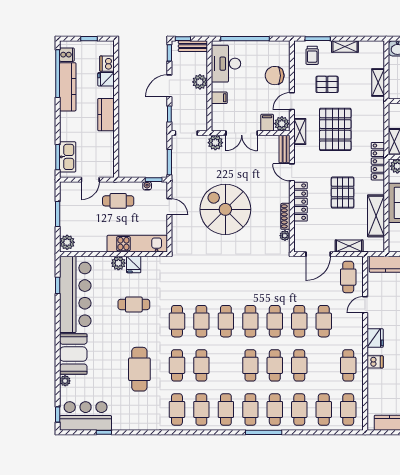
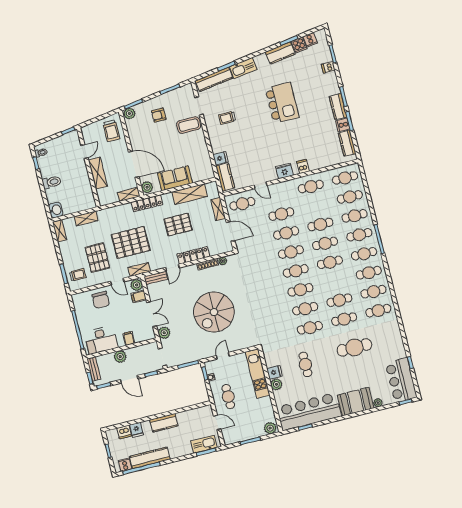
shelving: (345, 46) -> (59, 231), moved
pallet: (327, 84) -> (97, 258), width x1.50, depth x1.42

